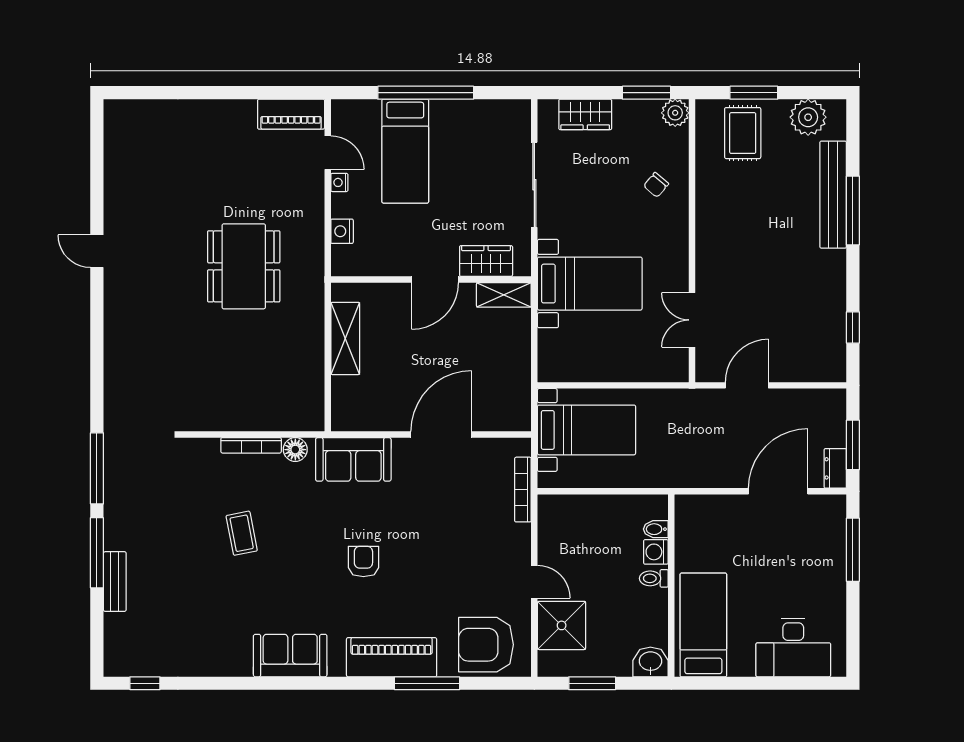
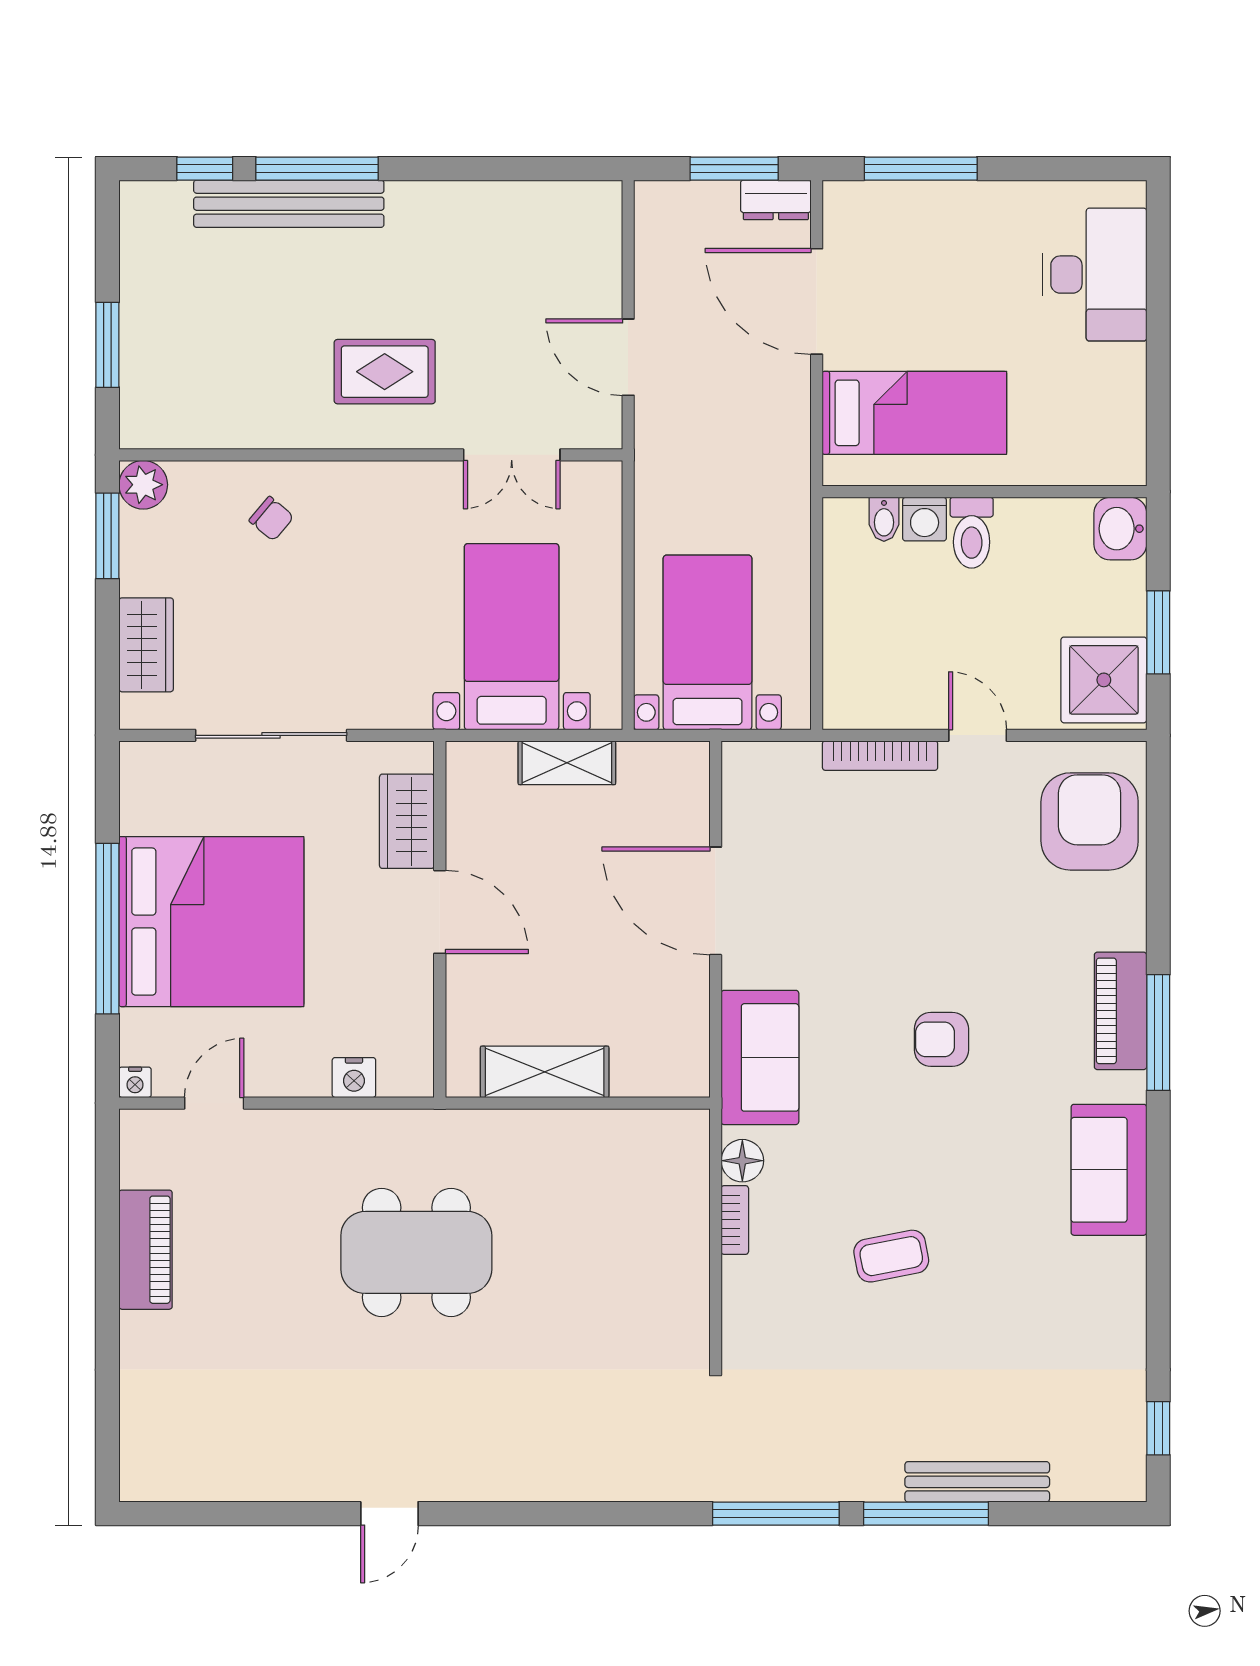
piano: (291, 114) -> (146, 1250), moved
plant: (808, 117) -> (151, 248), removed
rug: (743, 133) -> (385, 372), moved
bed: (405, 151) -> (211, 922), width x2.04
nightstand: (339, 182) -> (135, 1082), moved
bed with nightstands: (590, 284) -> (512, 637), moved
shelving: (504, 295) -> (567, 763), moved, turned 90
window: (853, 327) -> (205, 169), moved
bookcase: (251, 445) -> (735, 1220), width x0.64
bookcase: (523, 490) -> (880, 756), moved
toilet: (654, 578) -> (972, 533), width x1.37, depth x1.39
bench: (115, 582) -> (977, 1482), width x1.36
door: (534, 582) -> (978, 735), hinge flipped
shower: (562, 625) -> (1104, 680), moved
bed: (703, 625) -> (914, 413), moved, turned 180
armchair: (486, 645) -> (1090, 821), turned 180
piano: (392, 657) -> (1121, 1011), width x0.73, depth x0.75
window: (427, 683) -> (1158, 1032), moved

